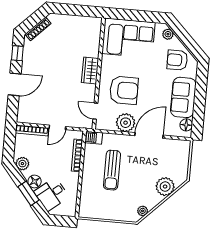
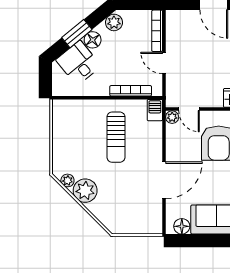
door: (95, 111) -> (189, 109), swing flipped
plant: (126, 123) -> (172, 117), moved, width x0.53, depth x0.53
door: (149, 135) -> (164, 180), hinge flipped
sun lounger: (112, 170) -> (116, 137), turned -90
plant: (165, 187) -> (85, 191), moved

